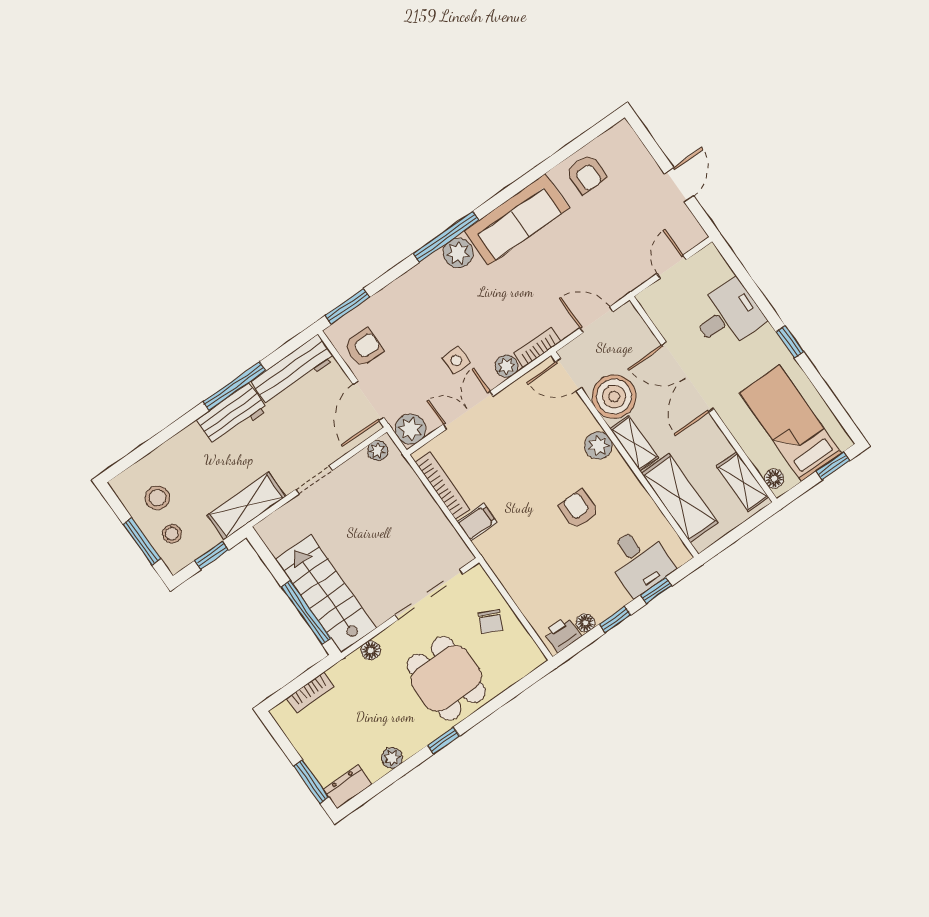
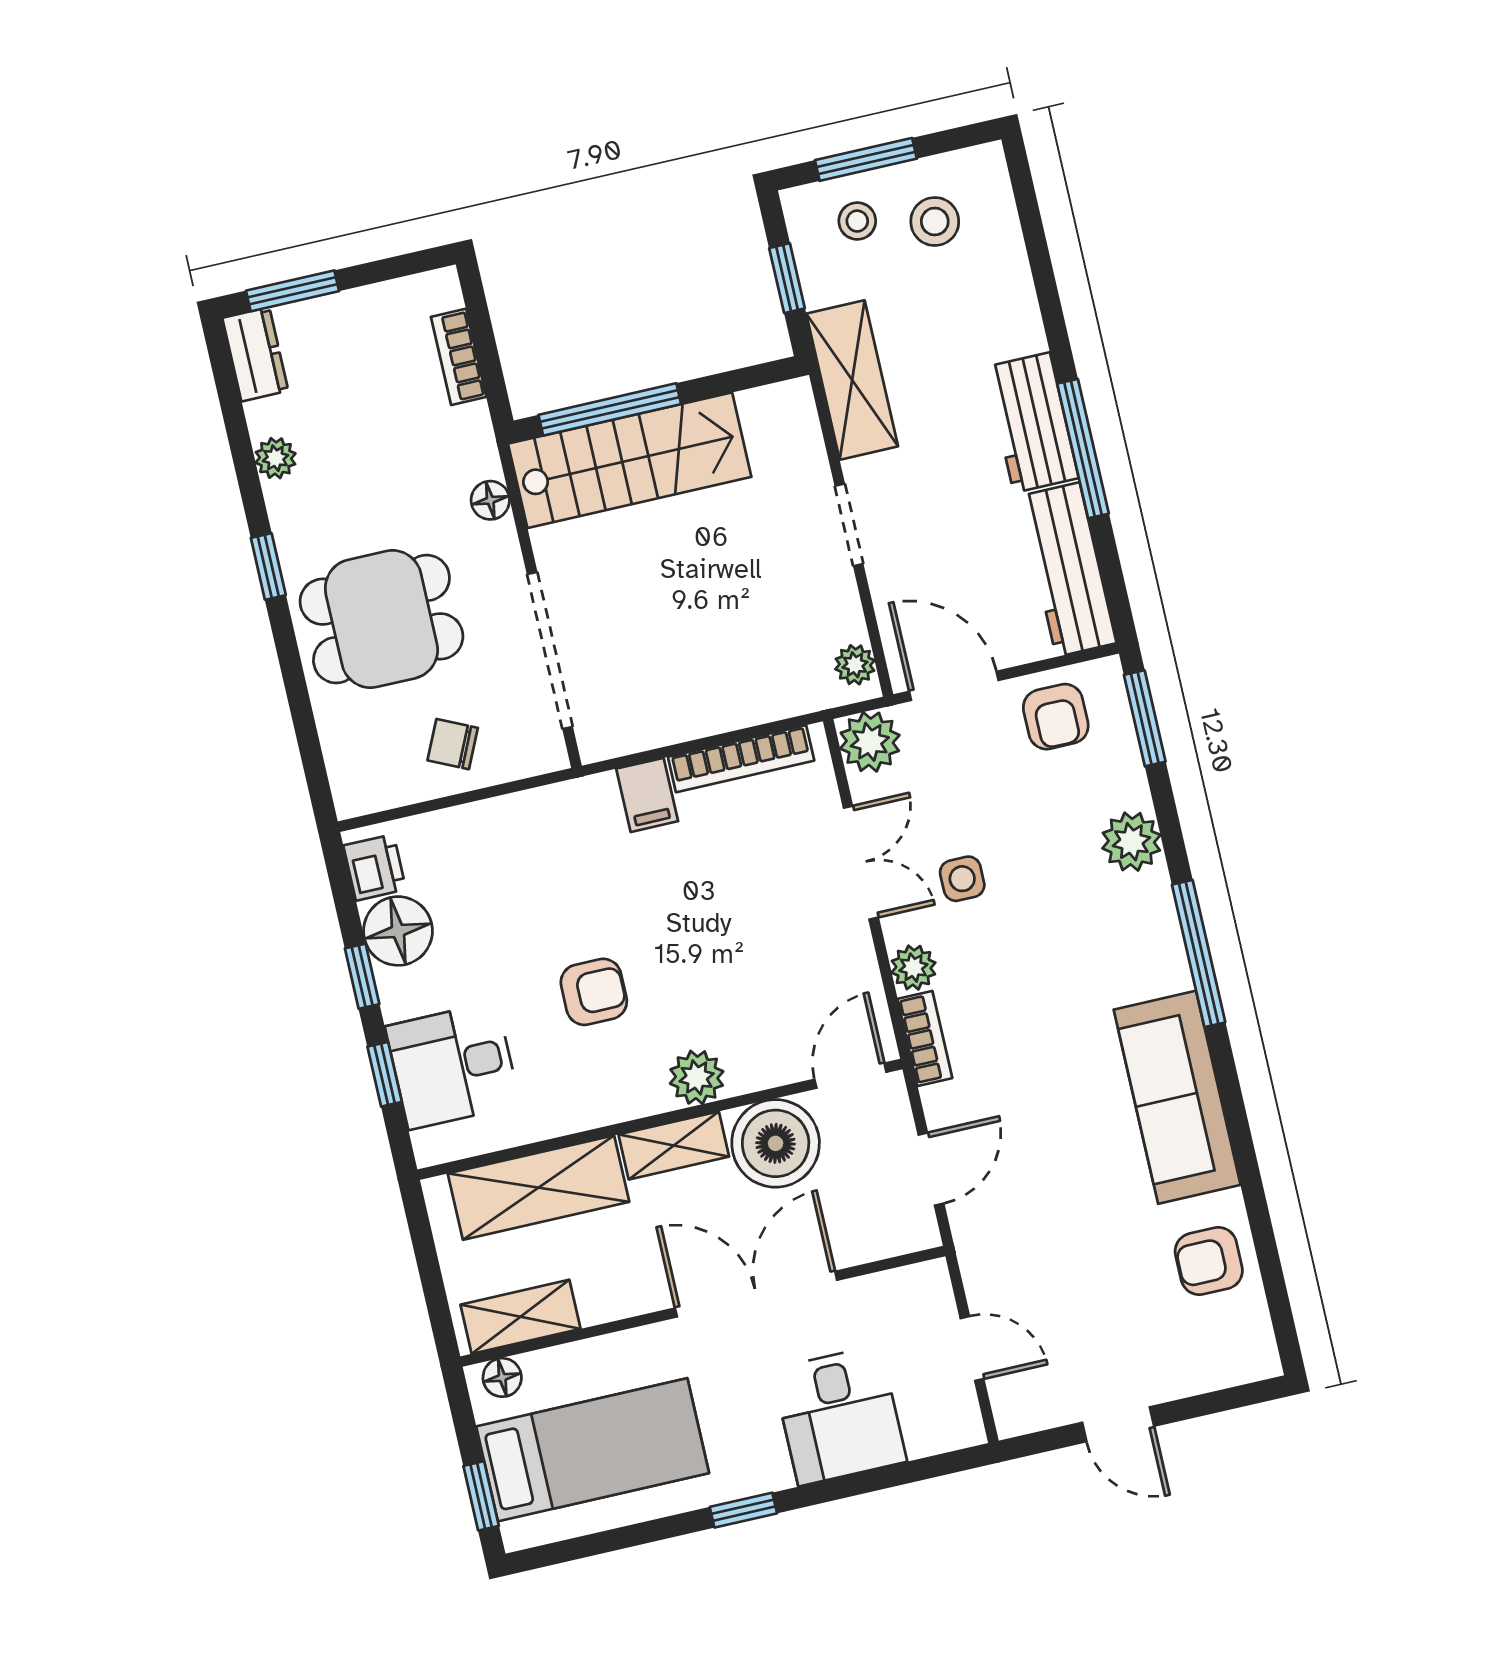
plant: (458, 253) -> (1131, 842), moved
floor lamp: (585, 623) -> (398, 931), width x1.89, depth x1.89

